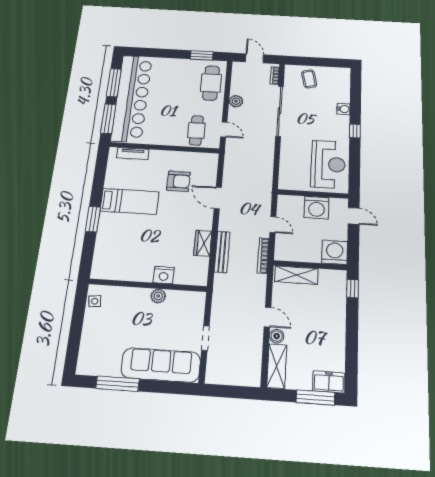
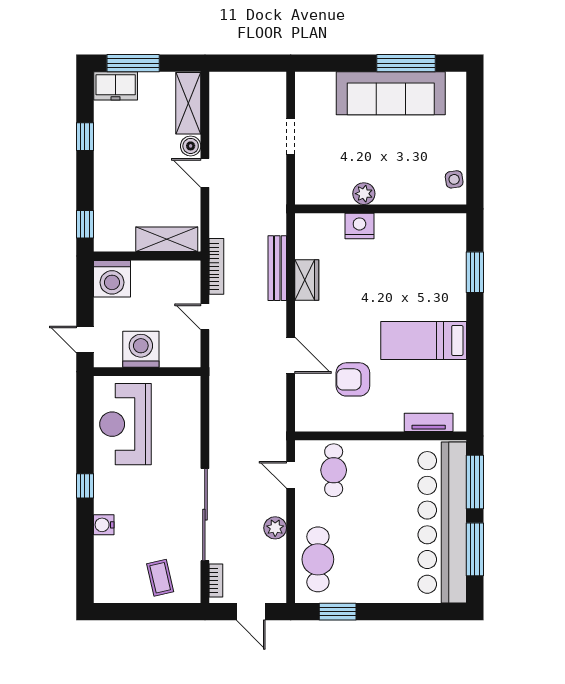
window: (93, 219) -> (475, 272), moved
window: (352, 348) -> (85, 137), added
sofa: (161, 365) -> (391, 93), moved

